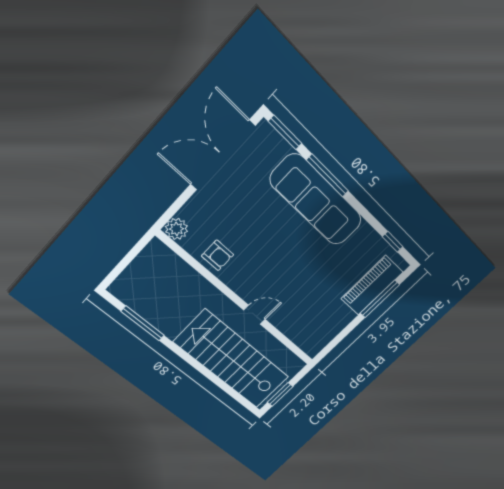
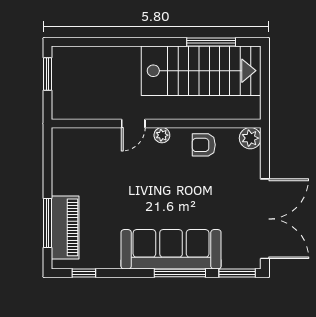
plant: (242, 289) -> (162, 135), added
stairs: (232, 360) -> (201, 71), moved

